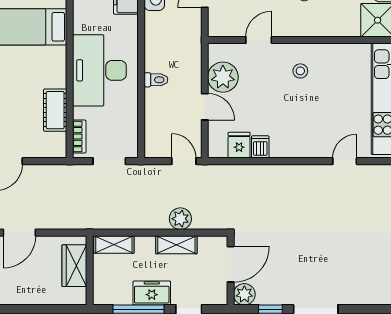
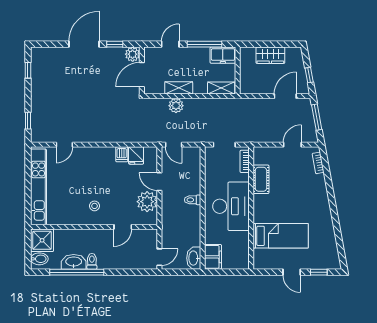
wardrobe: (74, 266) -> (270, 55), moved, turned 90
freezer: (152, 293) -> (223, 55), moved

